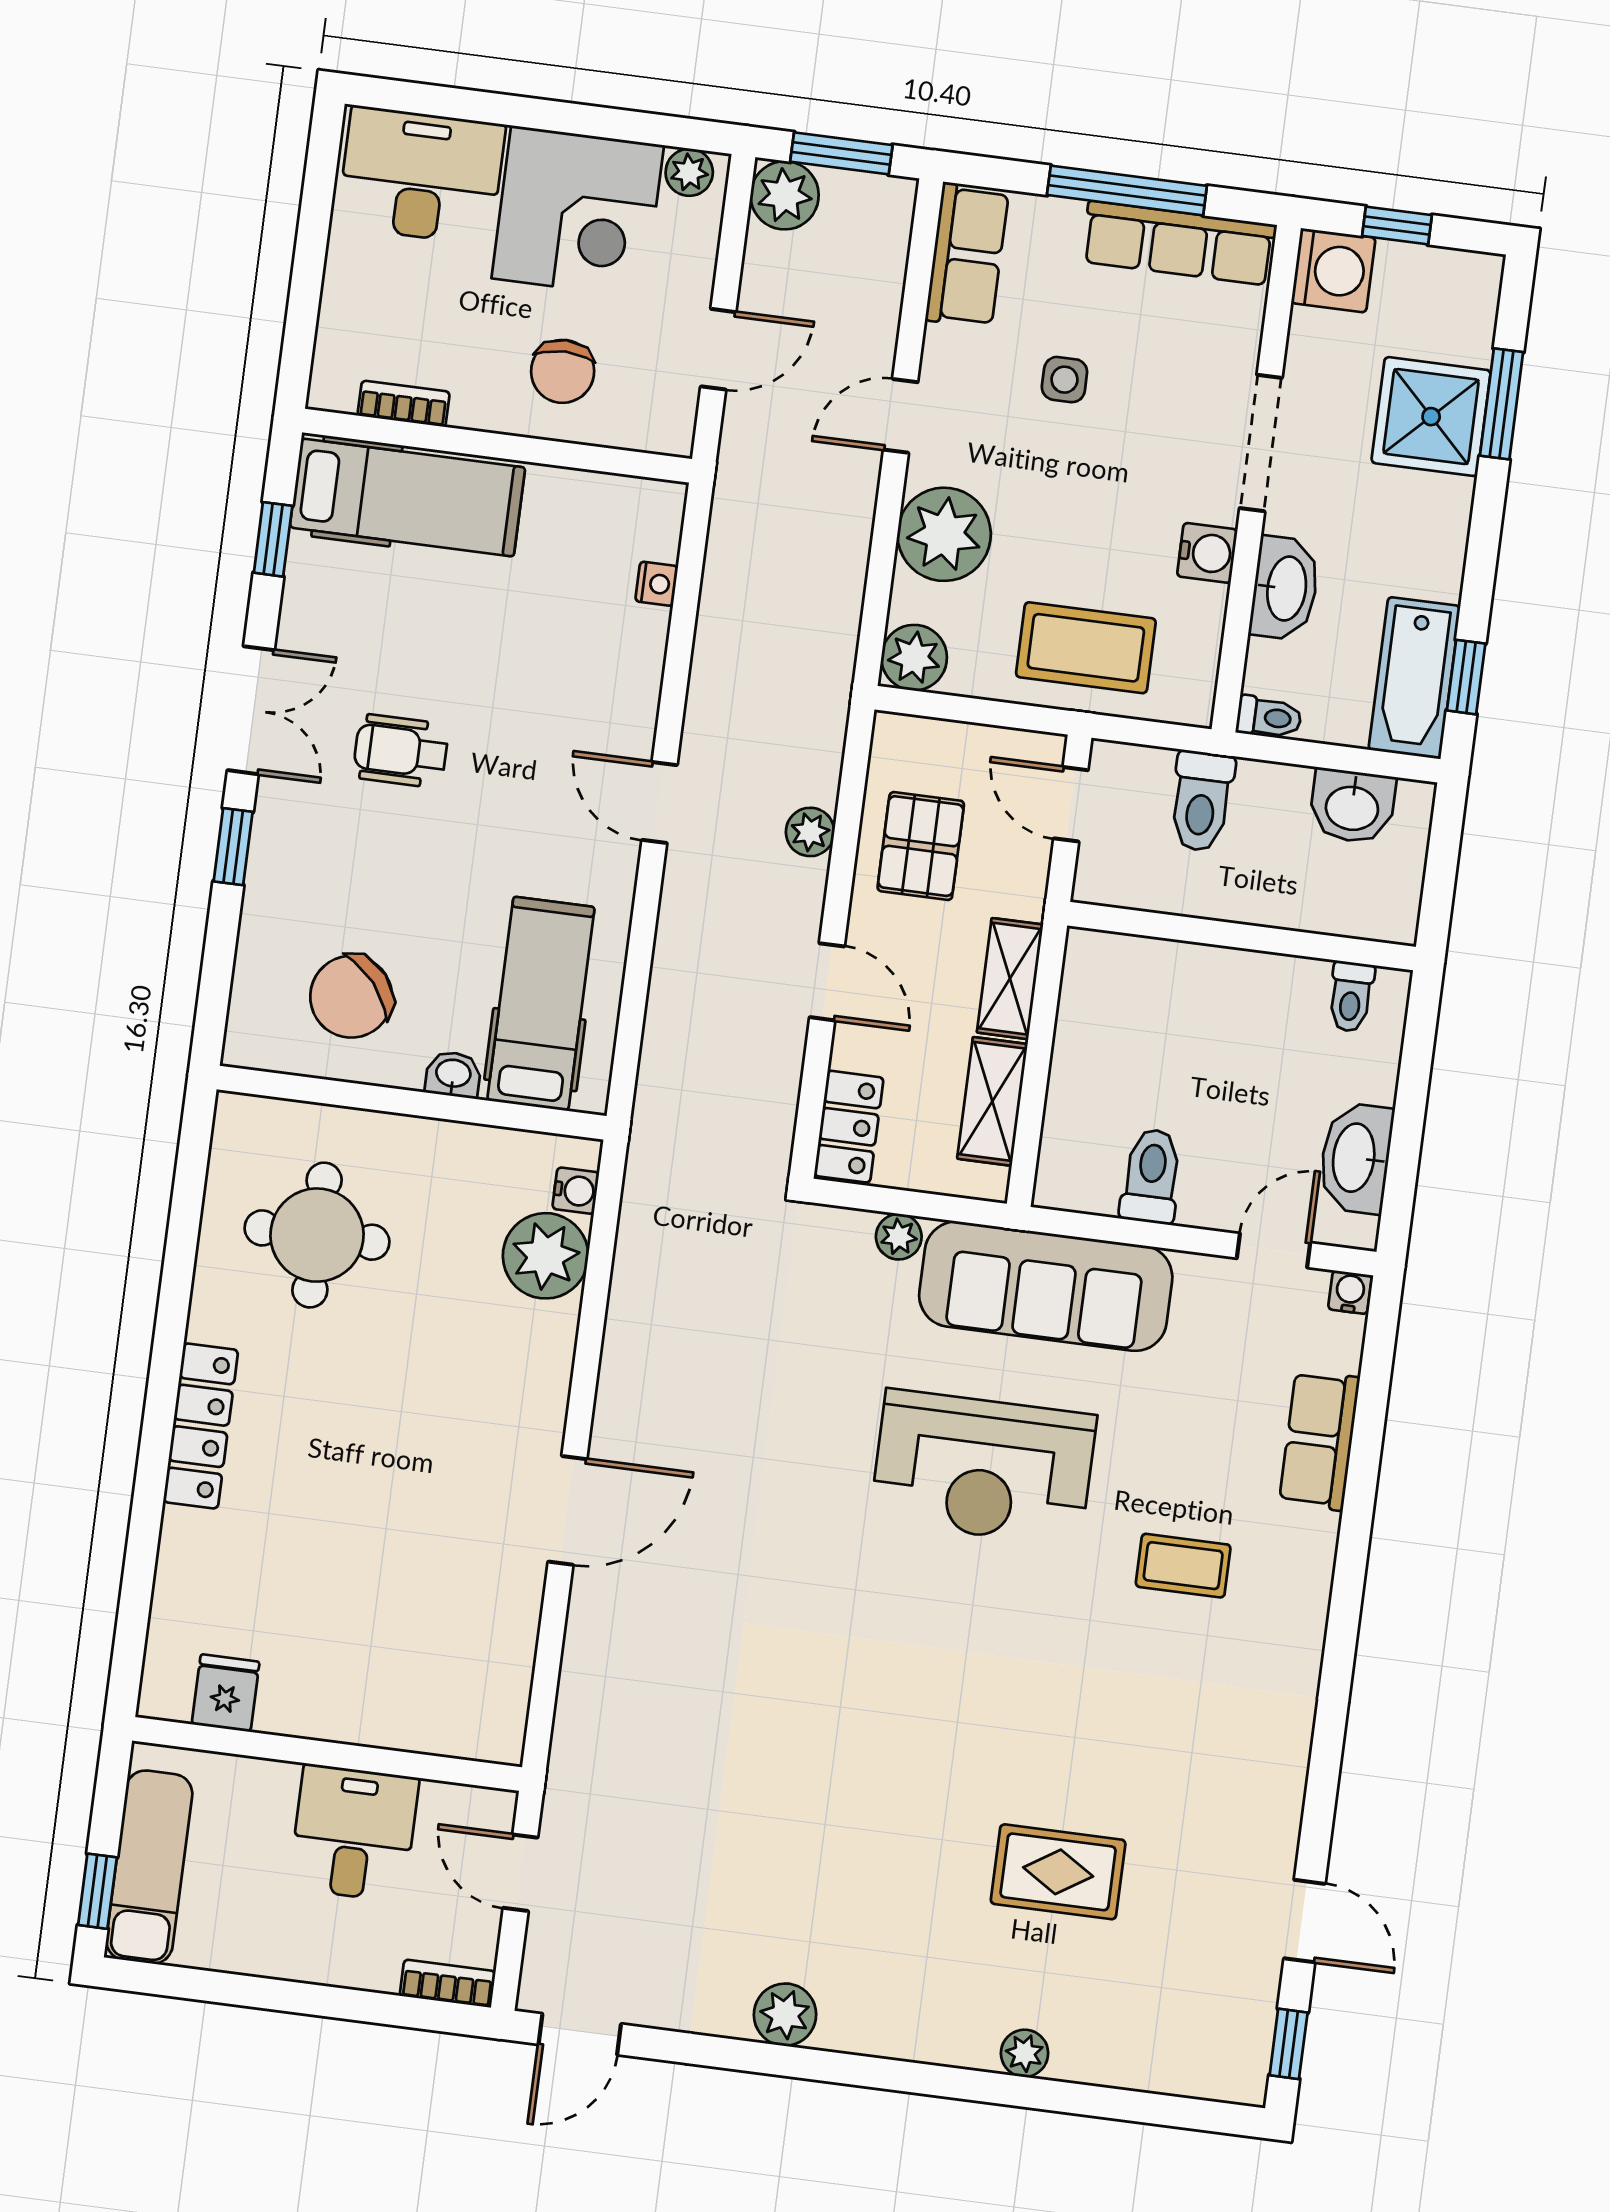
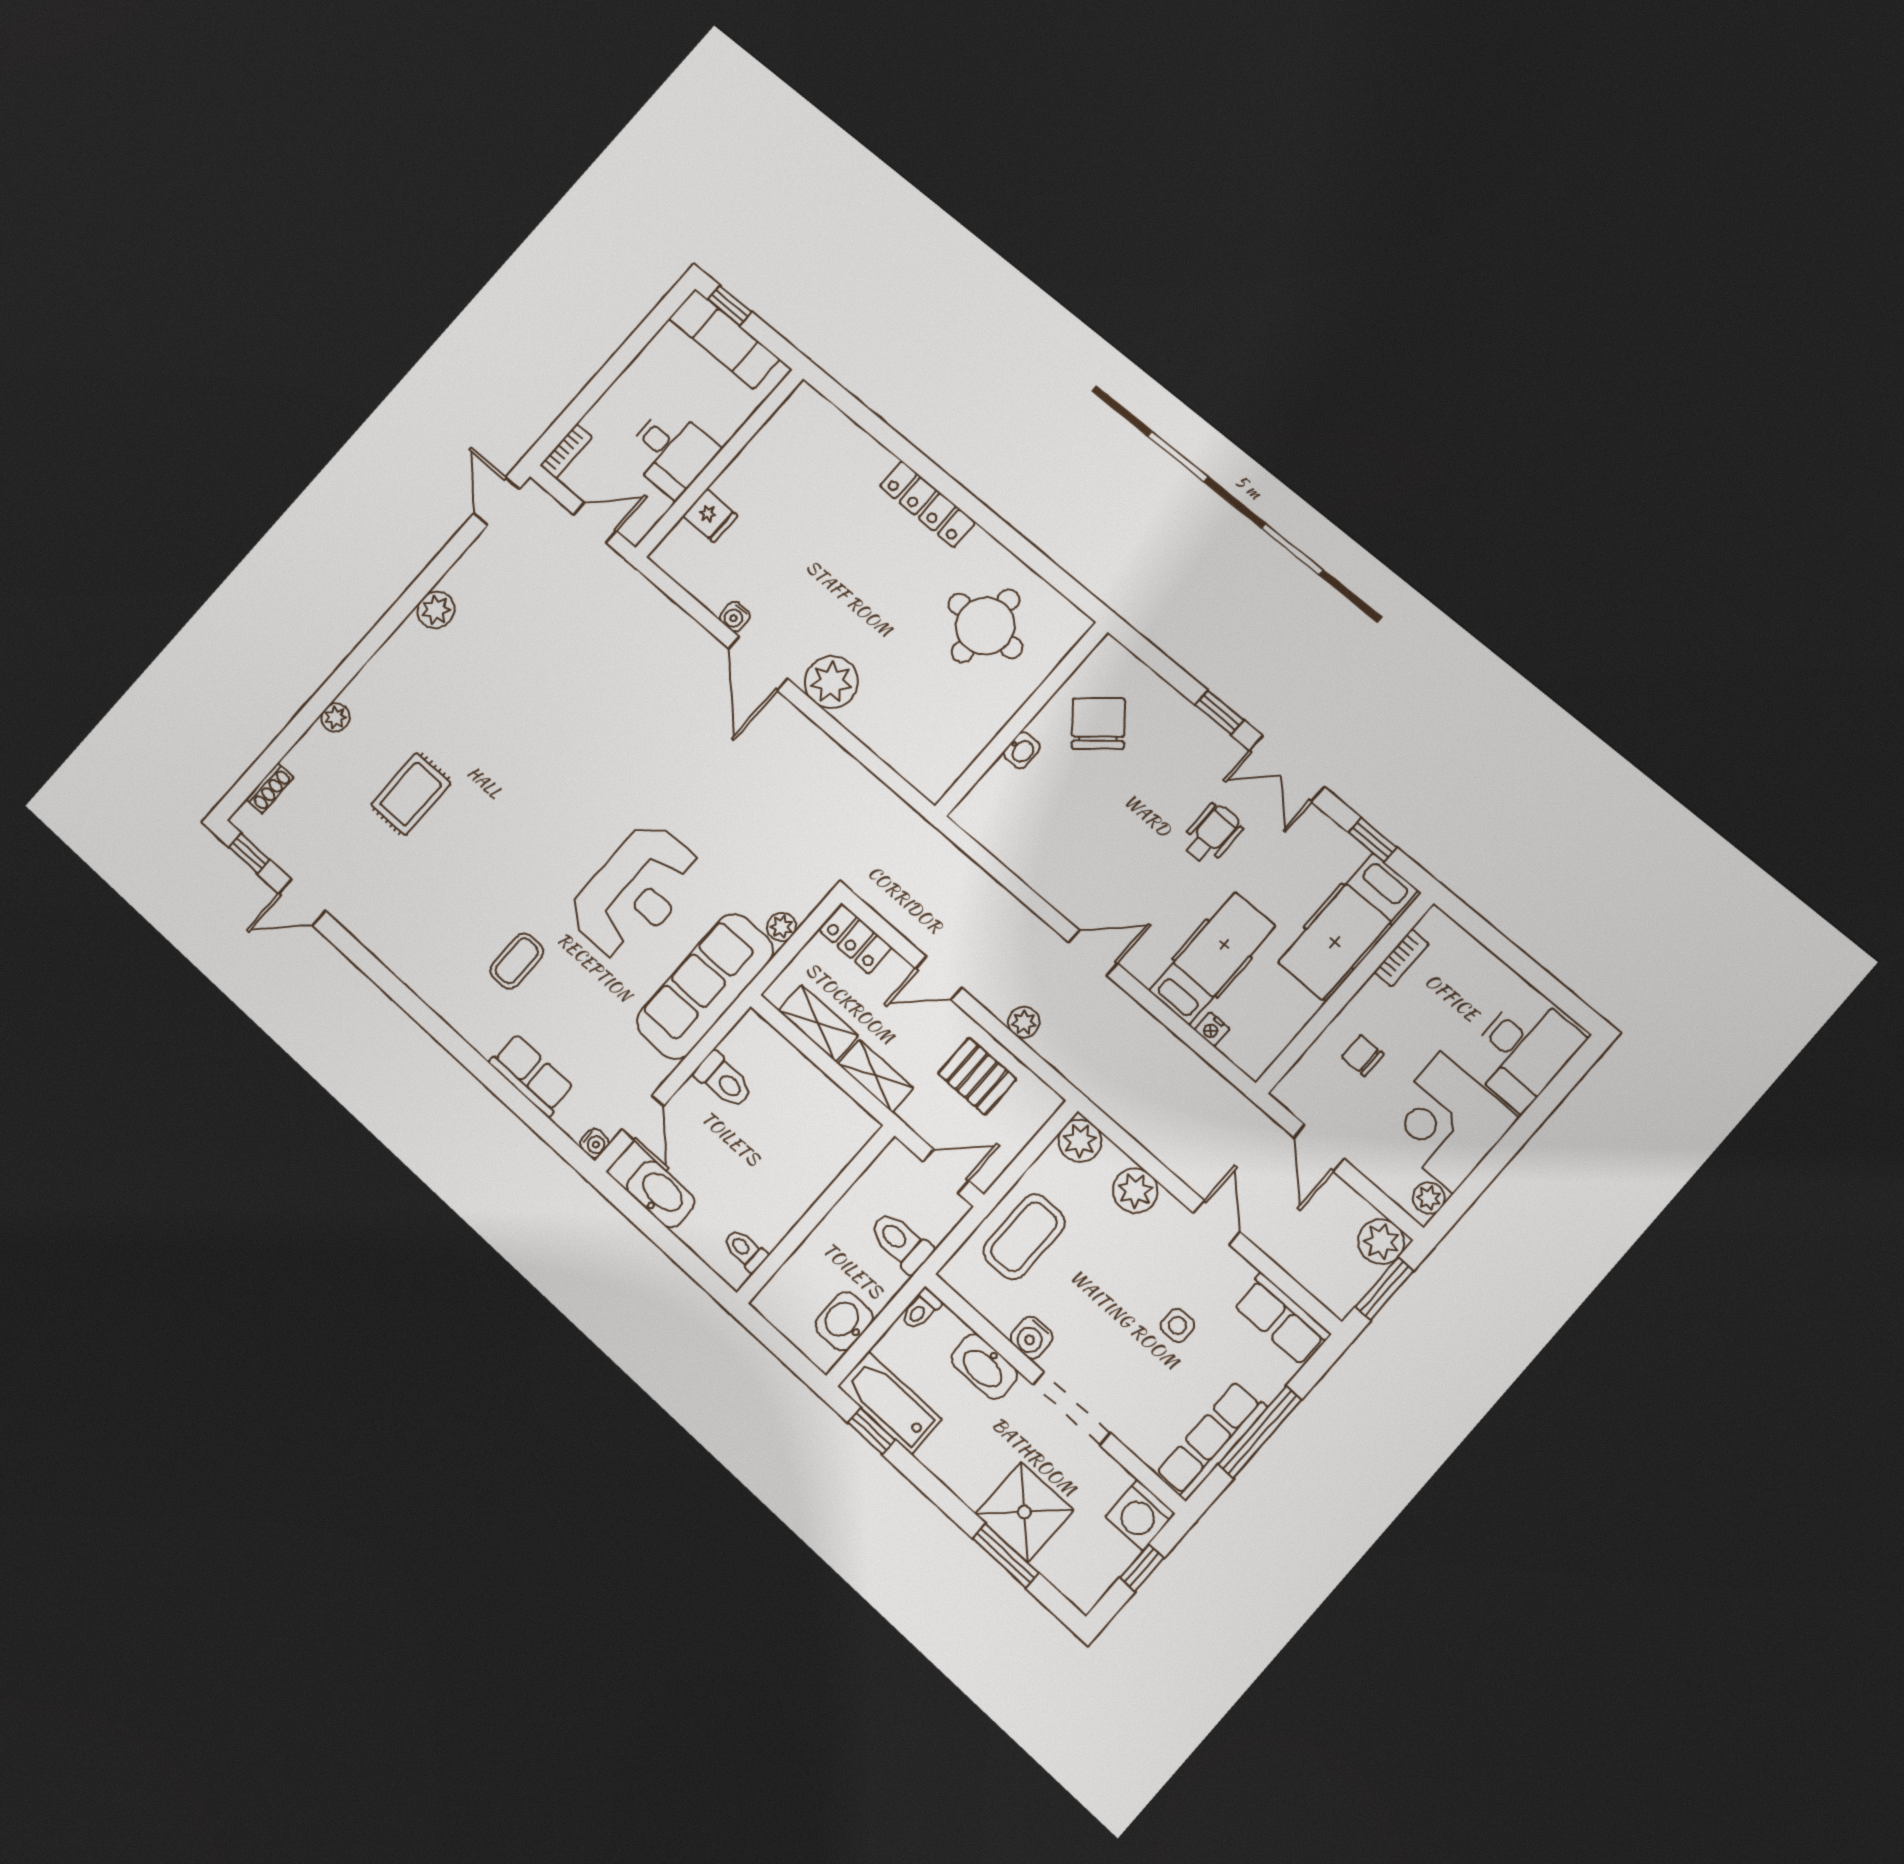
chair: (563, 371) -> (1363, 1056), width x0.73, depth x0.73
plant: (944, 534) -> (1135, 1191), width x0.73, depth x0.73
hospital bed: (541, 1004) -> (1212, 958), moved, turned -90
water cooler: (576, 1191) -> (735, 617), moved
plant: (546, 1256) -> (831, 682), moved
reception desk: (983, 1468) -> (635, 891), turned 180
fridge: (226, 1693) -> (710, 516), moved
shoe rack: (1182, 2078) -> (270, 788), added

